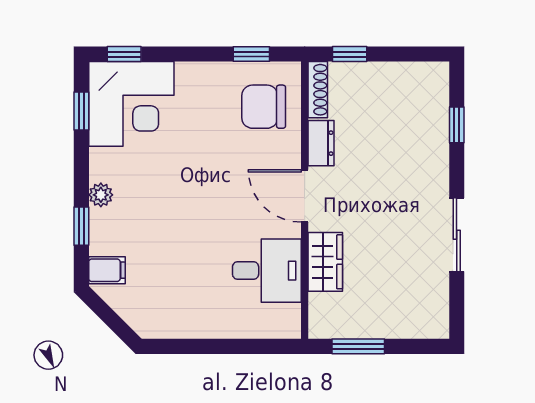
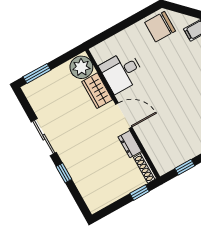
chair: (264, 107) -> (160, 27), moved, turned 180
window: (457, 125) -> (64, 173), moved
plant: (330, 315) -> (81, 67), added
window: (358, 346) -> (37, 73), moved

